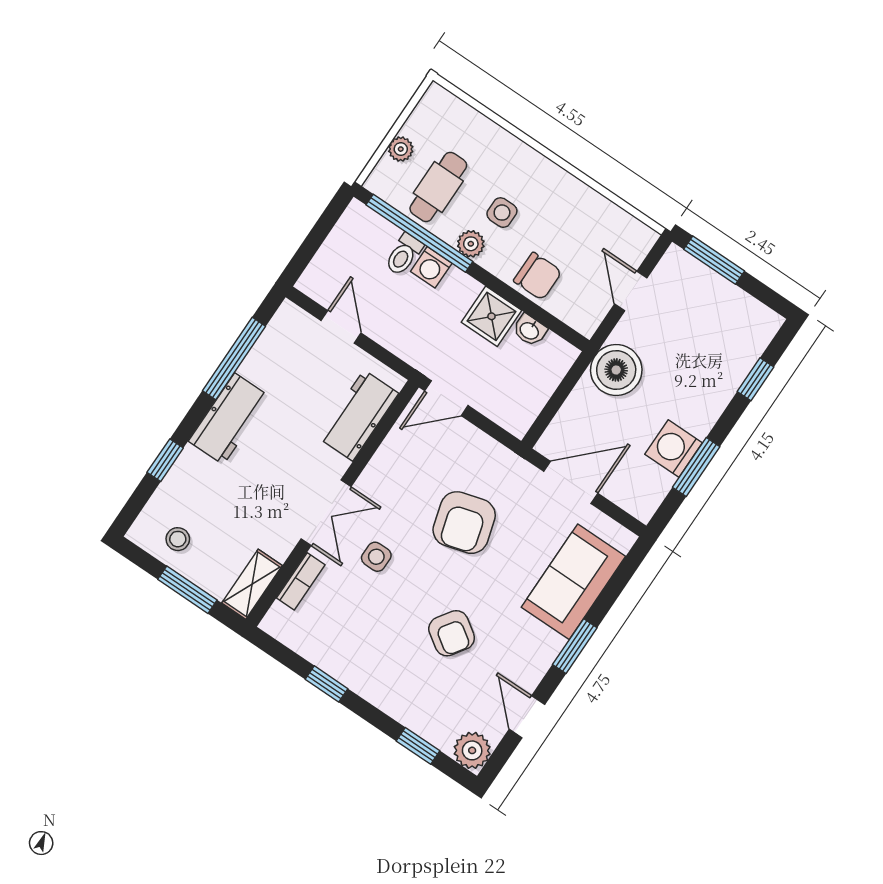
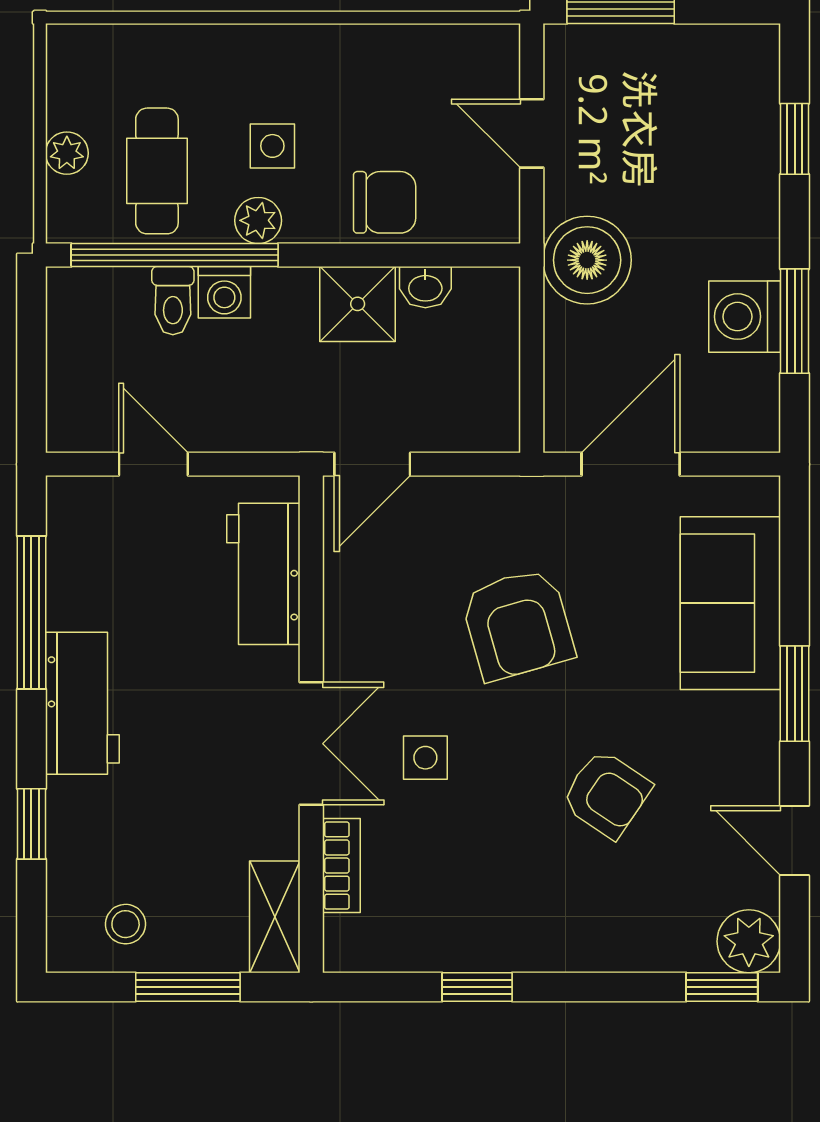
window: (418, 746) -> (722, 987), moved

